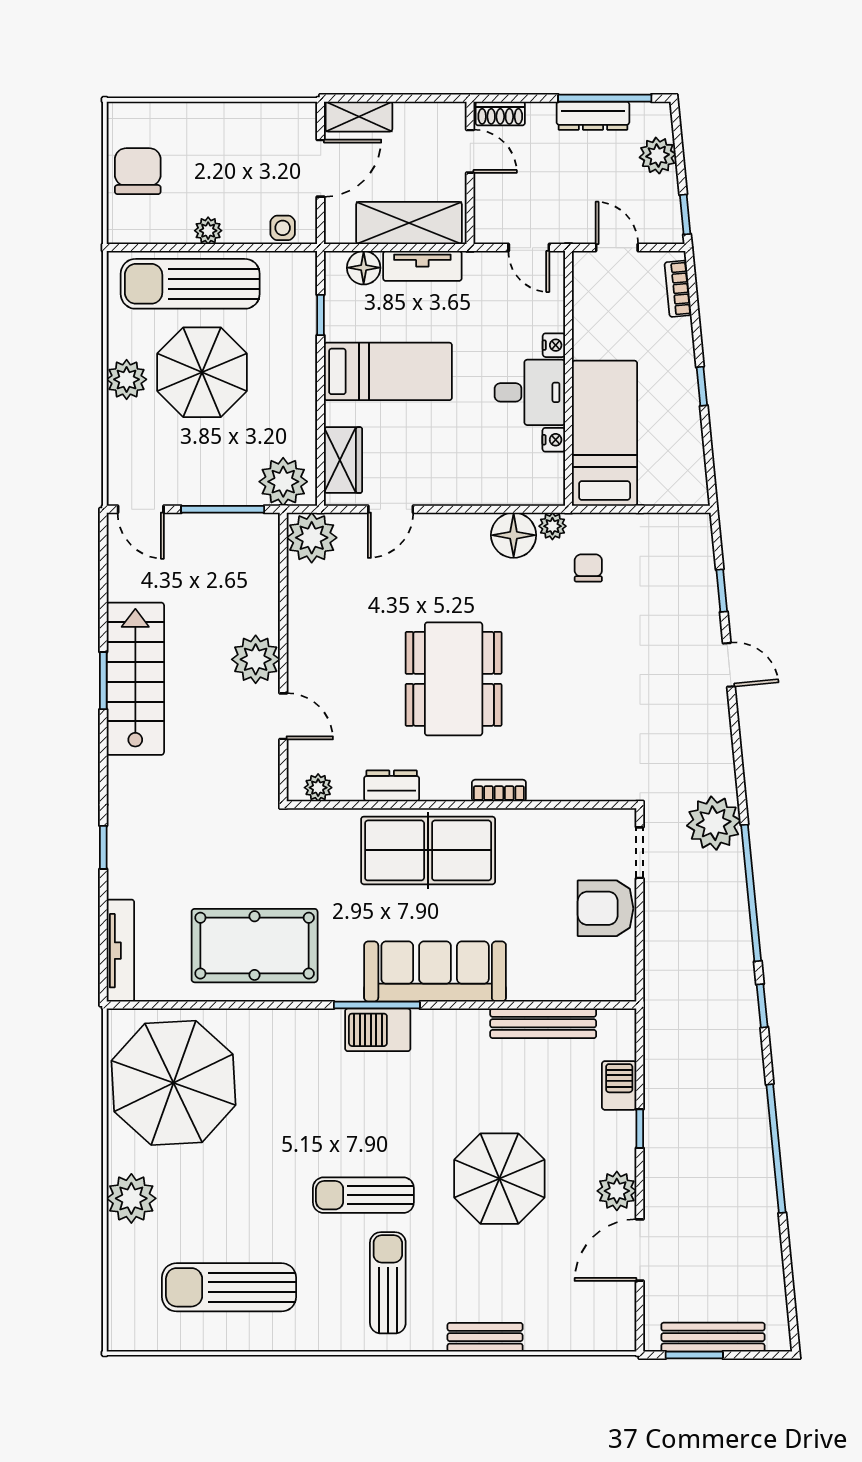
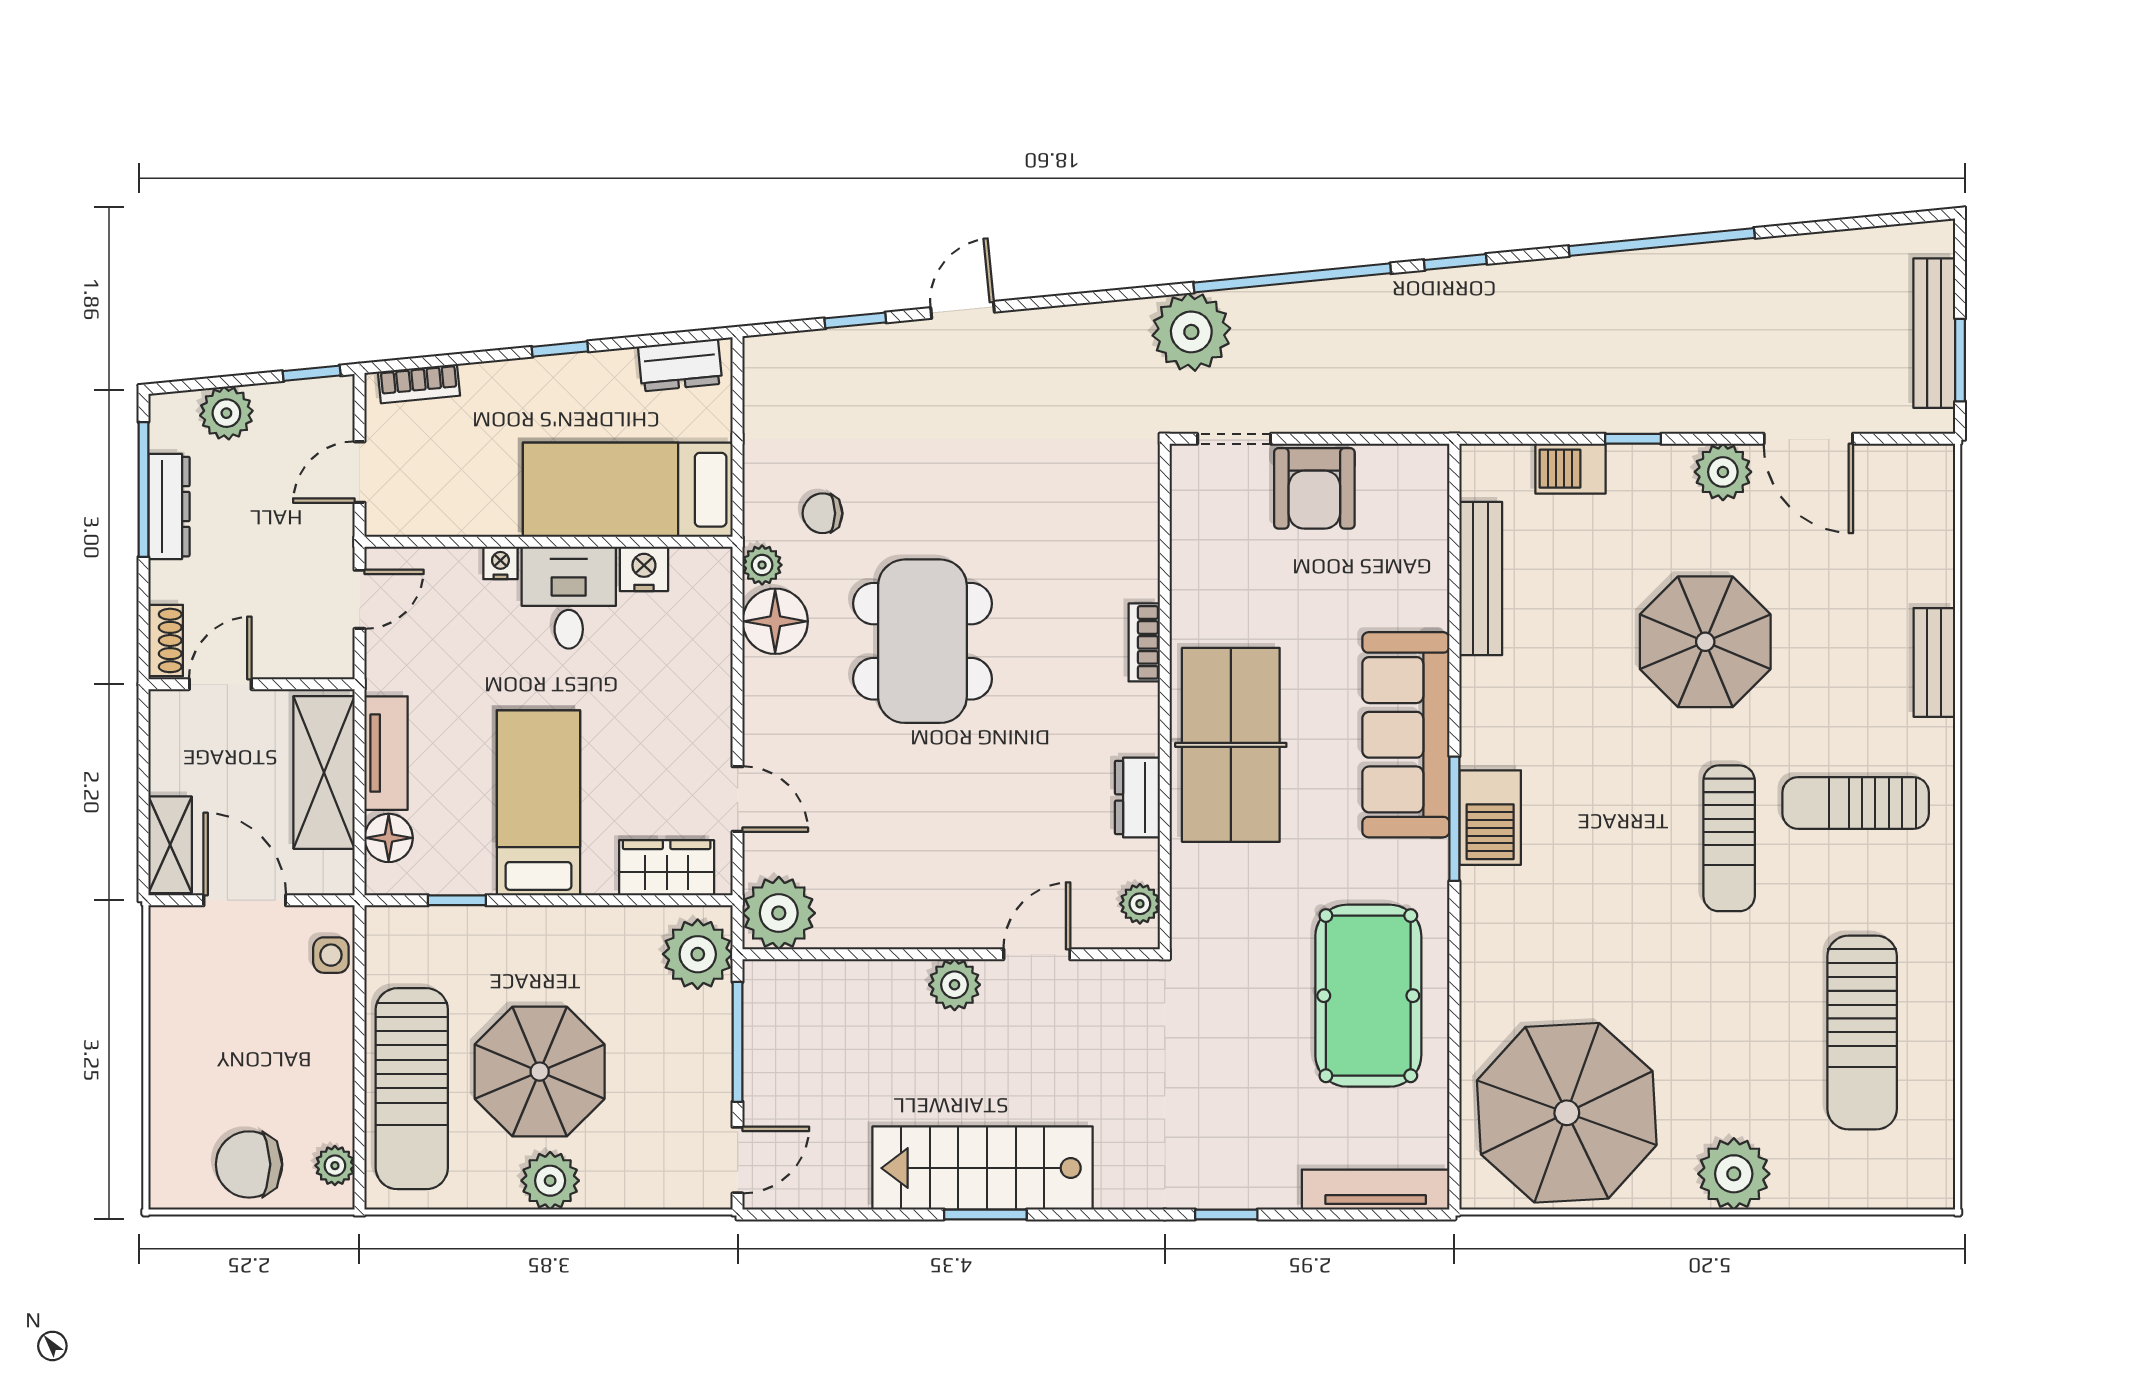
plant: (208, 231) -> (335, 1166), moved
nightstand: (554, 440) -> (644, 569), width x1.39, depth x1.35
dresser: (691, 469) -> (680, 365), added
plant: (256, 659) -> (955, 985), width x0.73, depth x0.73
dining table: (454, 679) -> (922, 641), moved, turned 90

